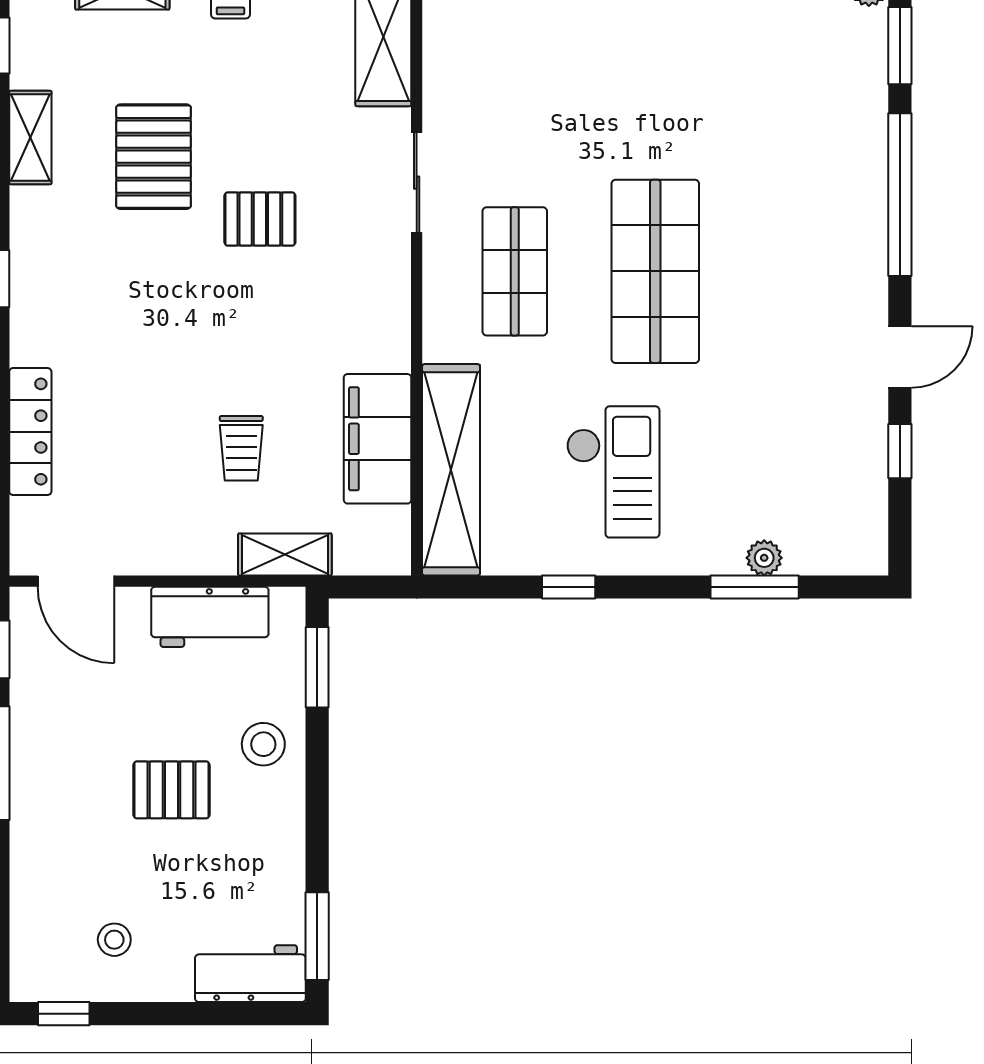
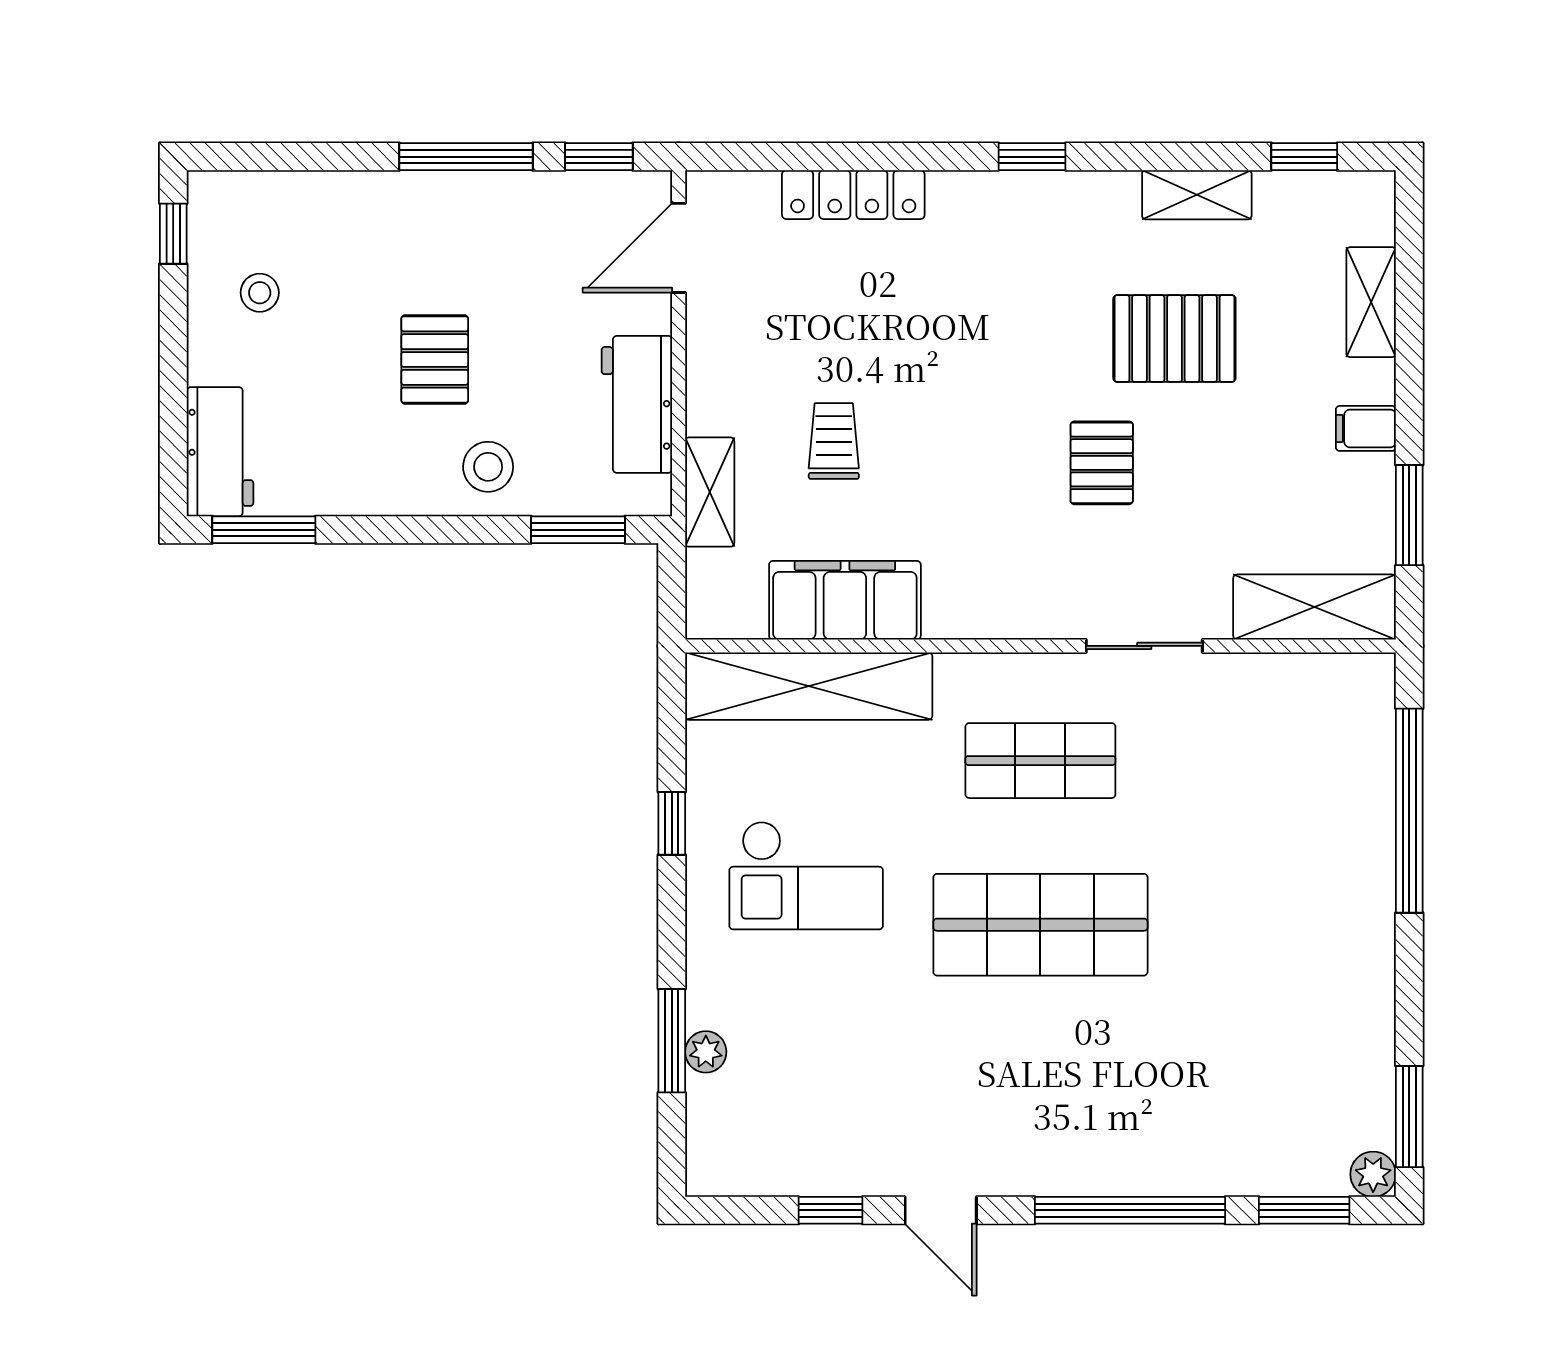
trolley: (241, 448) -> (834, 441), turned 90

